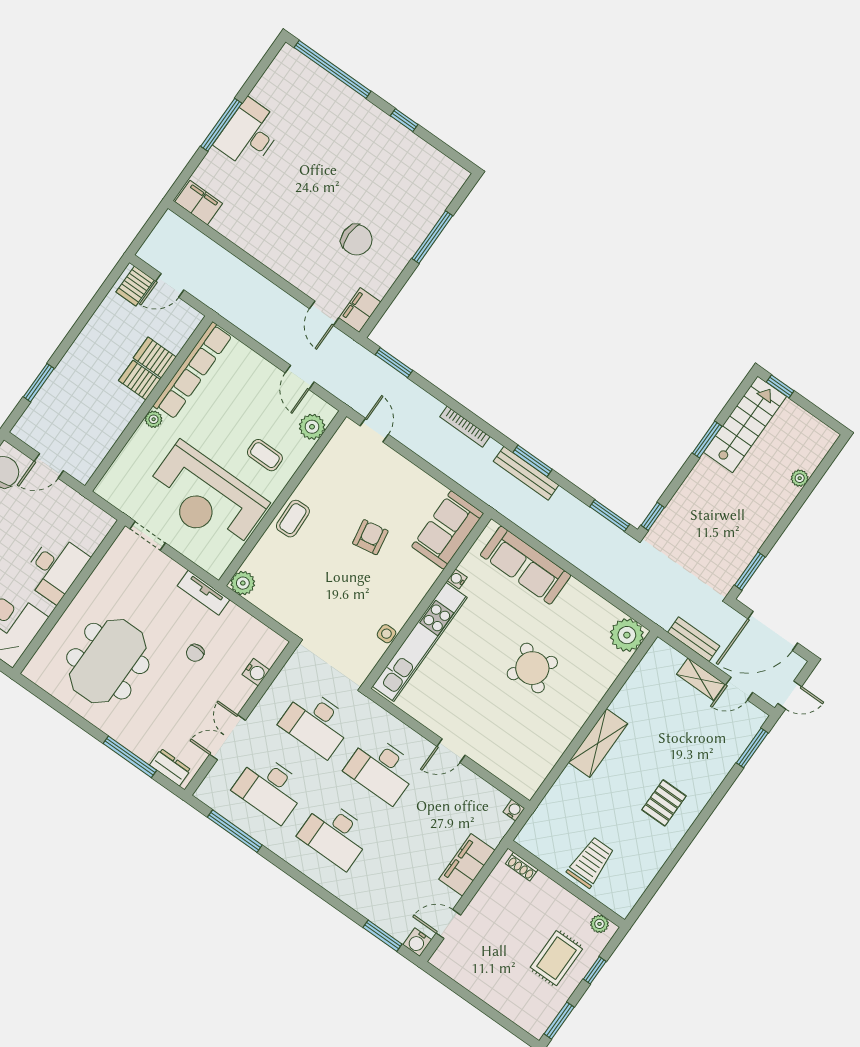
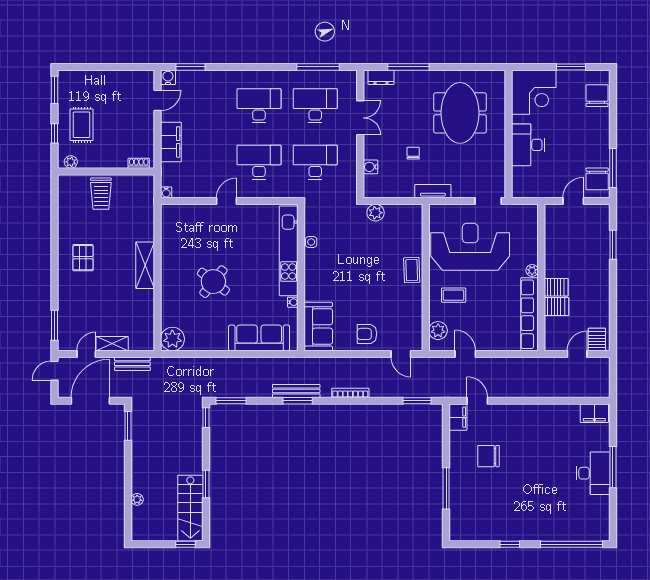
armchair: (370, 537) -> (367, 334), moved, turned 100
plant: (243, 583) -> (376, 213), moved

